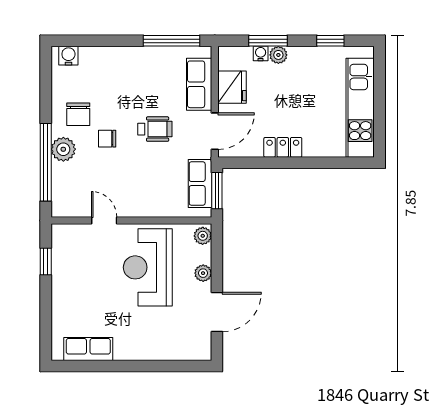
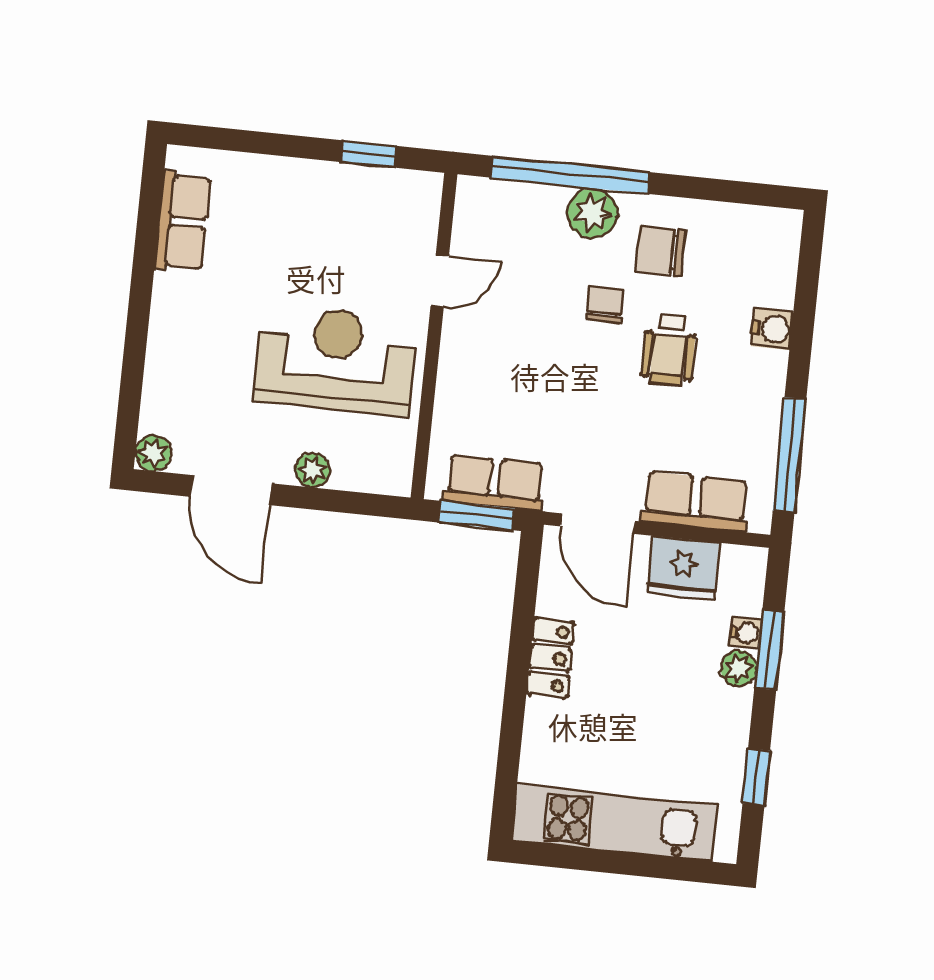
water cooler: (68, 56) -> (772, 329), moved
wheelchair: (155, 129) -> (669, 350), moved
plant: (203, 236) -> (153, 453), moved

